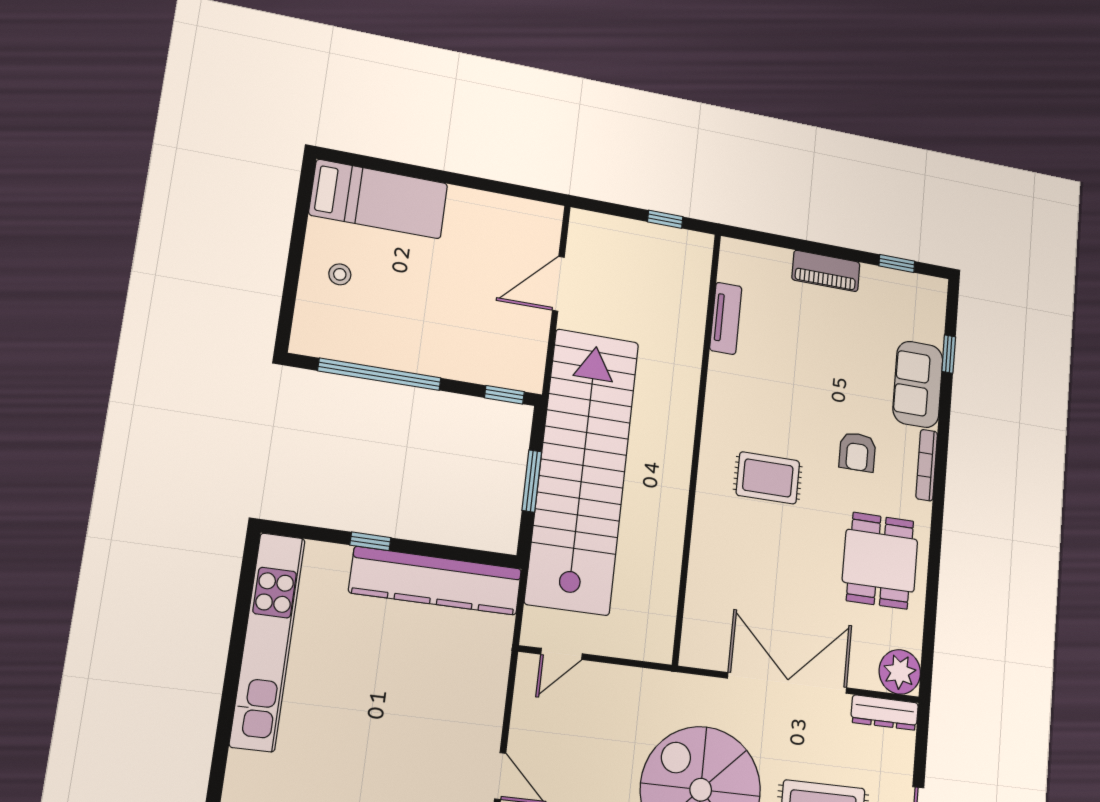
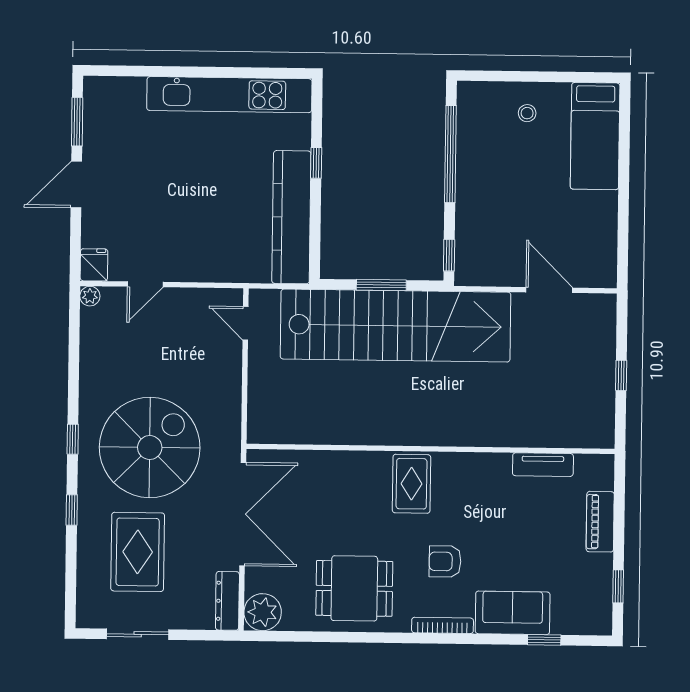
tv unit: (726, 318) -> (543, 465), moved
wall: (697, 445) -> (431, 449), moved

